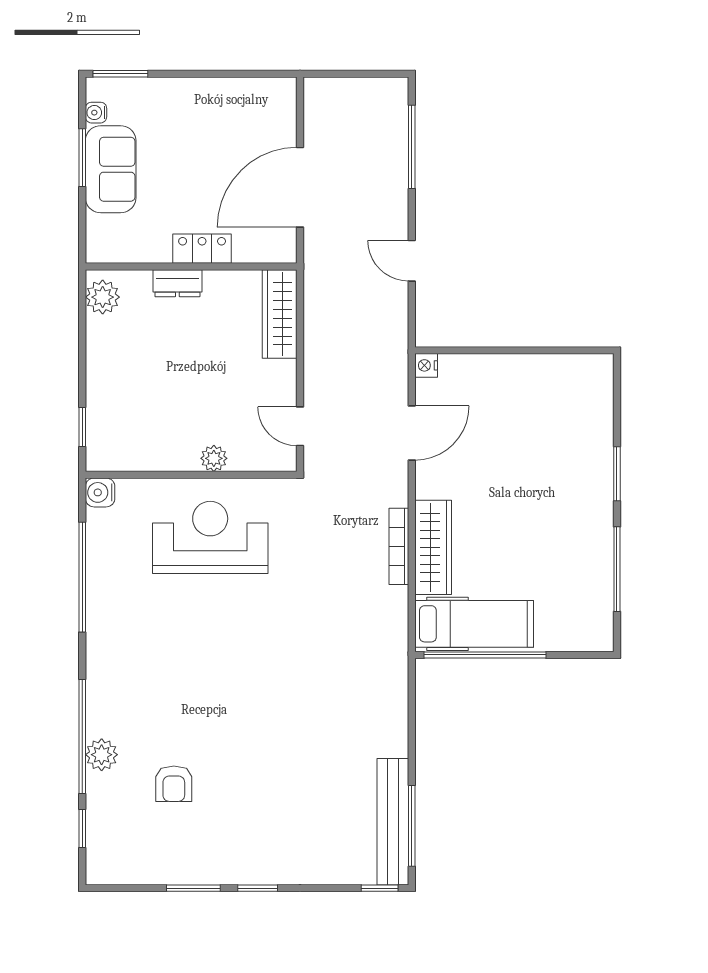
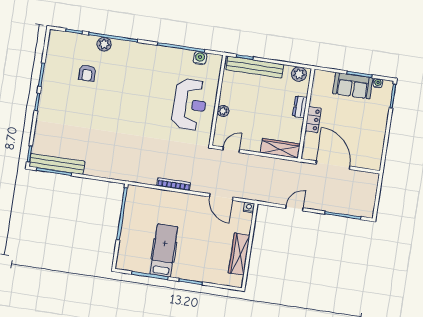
bench: (102, 401) -> (255, 67), added
water cooler: (100, 492) -> (200, 58), moved
wardrobe: (433, 547) -> (239, 254), moved, turned 90
hospital bed: (474, 624) -> (164, 250), moved, turned 180
armchair: (174, 784) -> (87, 73), turned -90

